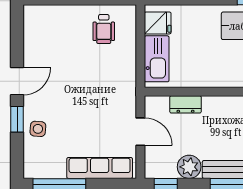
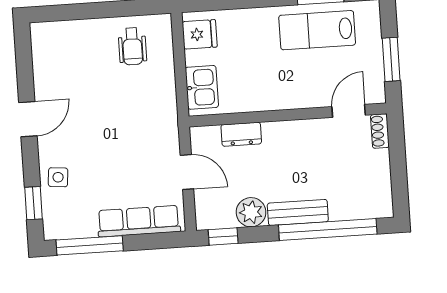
kitchen sink: (157, 59) -> (202, 87), width x0.73
window: (17, 119) -> (34, 203), moved

